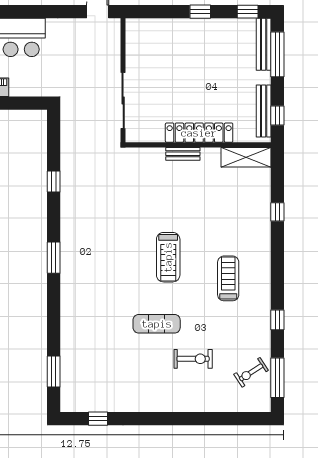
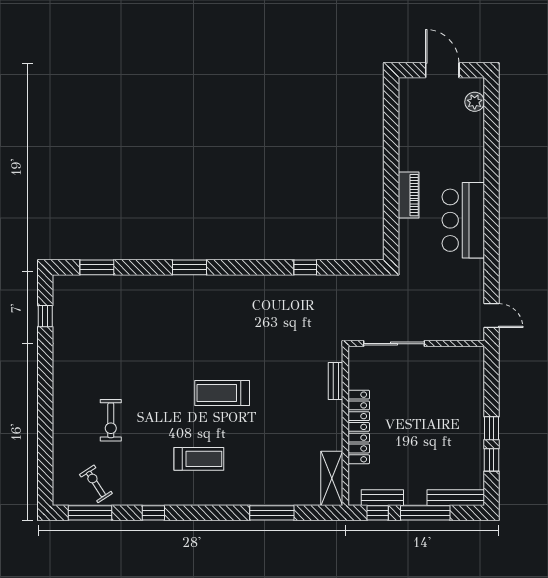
window: (248, 12) -> (491, 460), moved
window: (277, 54) -> (425, 513), moved
bench: (264, 111) -> (382, 498), width x0.73
bench: (183, 154) -> (336, 381), moved
window: (277, 212) -> (272, 513), width x2.17
window: (54, 258) -> (189, 267), moved
exercise mat: (157, 324) -> (149, 380), removed

